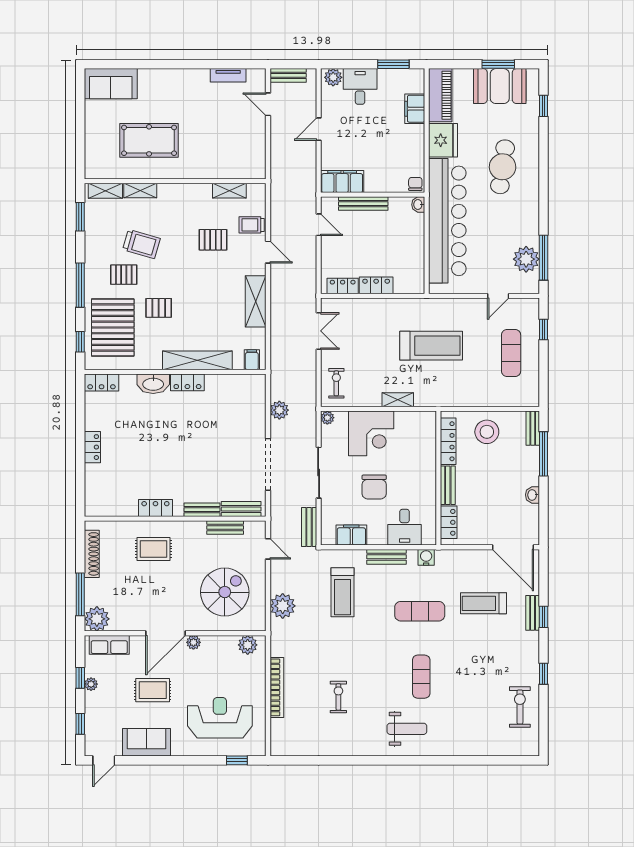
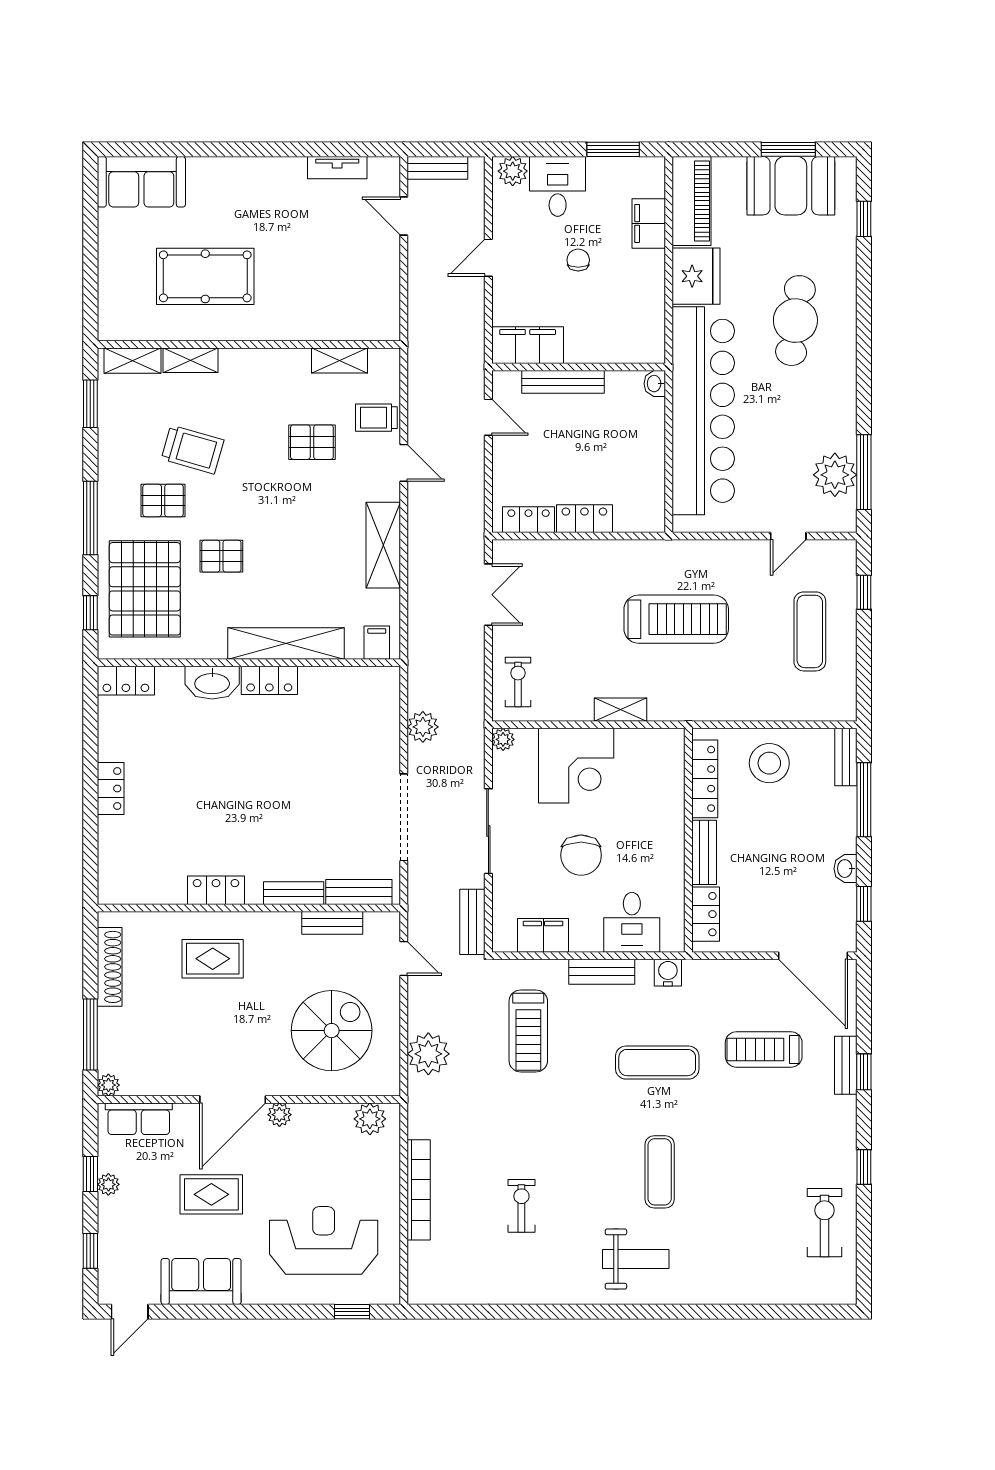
chair: (415, 184) -> (578, 260), moved
window: (543, 516) -> (864, 904), added
plant: (97, 619) -> (108, 1085), width x0.53, depth x0.53

